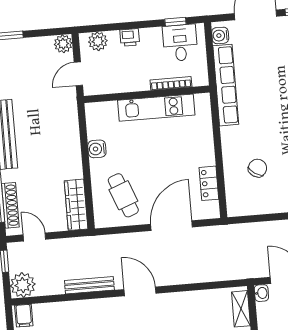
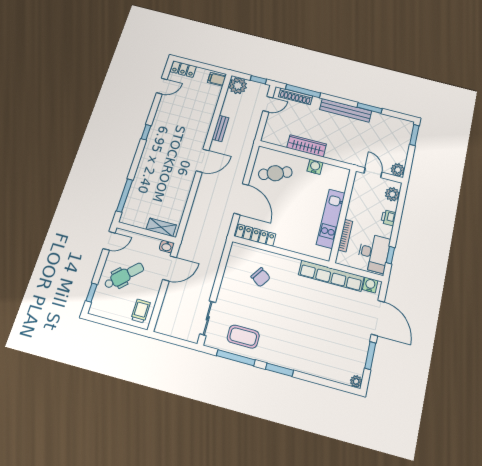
desk: (180, 43) -> (374, 253), width x1.37
locker: (209, 183) -> (255, 235), width x1.53
wardrobe: (76, 205) -> (307, 146), moved
bench: (89, 285) -> (220, 128), width x0.73

